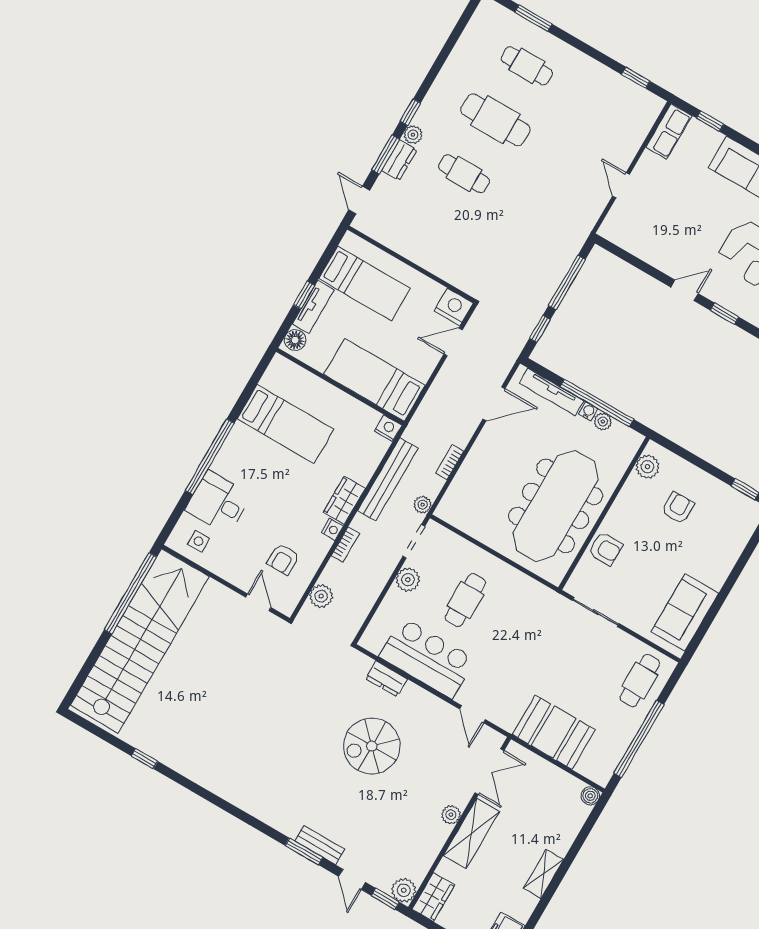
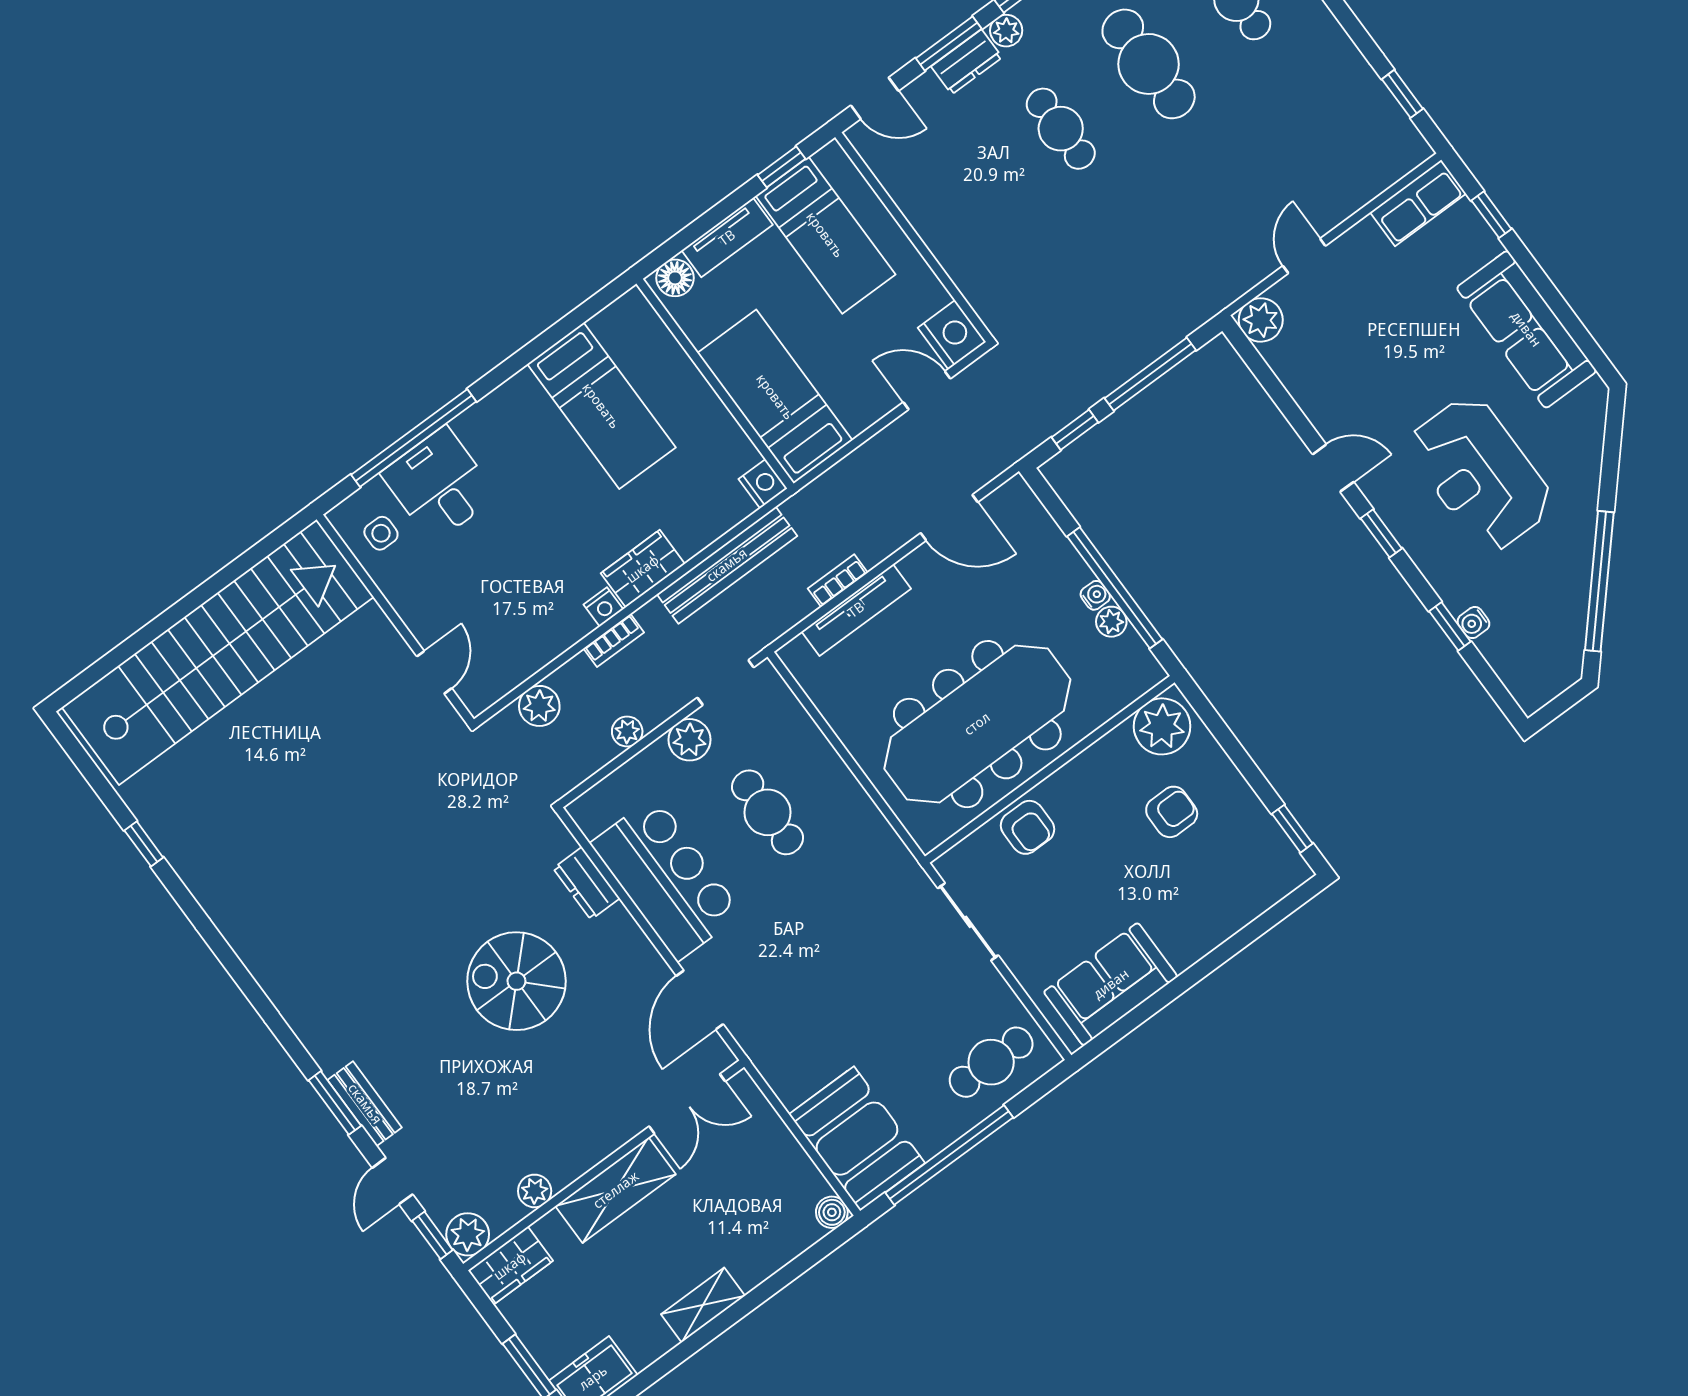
door: (359, 200) -> (875, 98), swing flipped
plant: (613, 229) -> (1261, 320), added
window: (304, 295) -> (781, 167), moved
tv unit: (552, 392) -> (856, 610), moved, turned -90
window: (210, 457) -> (414, 438), moved
plant: (647, 467) -> (1162, 726), width x1.36, depth x1.36
plant: (423, 505) -> (627, 731), moved
armchair: (283, 559) -> (504, 621), removed
window: (130, 593) -> (236, 569), removed
cafe table: (465, 600) -> (768, 812), turned 90
door: (472, 714) -> (700, 1000), width x1.38
booth: (554, 732) -> (857, 1139), moved
plant: (451, 815) -> (535, 1191), moved

